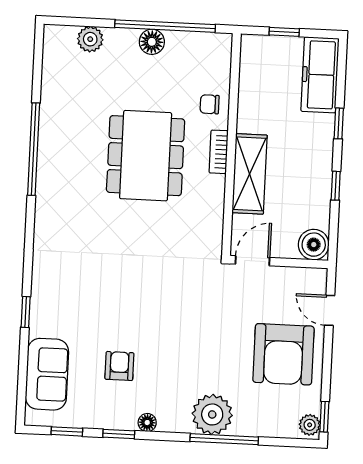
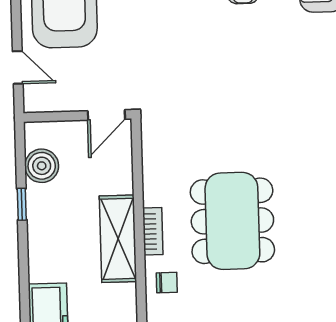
window: (339, 123) -> (24, 273), removed
shelving: (250, 174) -> (118, 239), moved
boiler: (314, 245) -> (42, 166), moved

